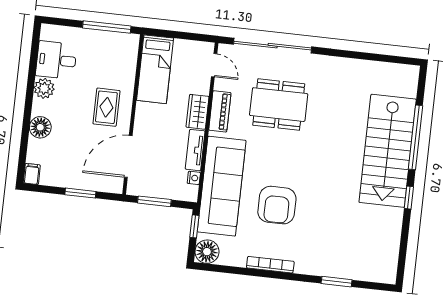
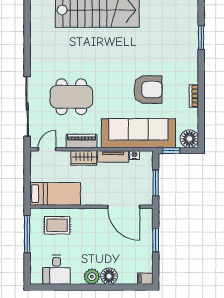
plant: (44, 88) -> (92, 277), moved
dining table: (279, 105) -> (71, 97), turned 90
rug: (106, 107) -> (57, 225), moved
bookcase: (270, 265) -> (194, 96), width x0.64

